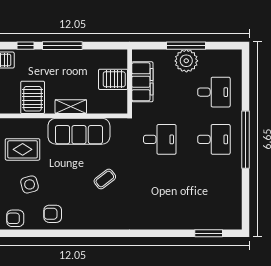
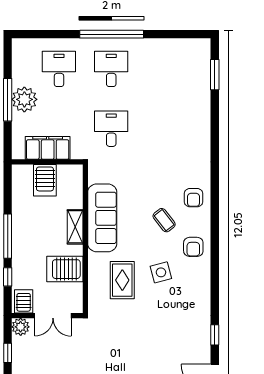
coffee table: (105, 179) -> (164, 220), moved
armchair: (15, 218) -> (194, 198), moved

